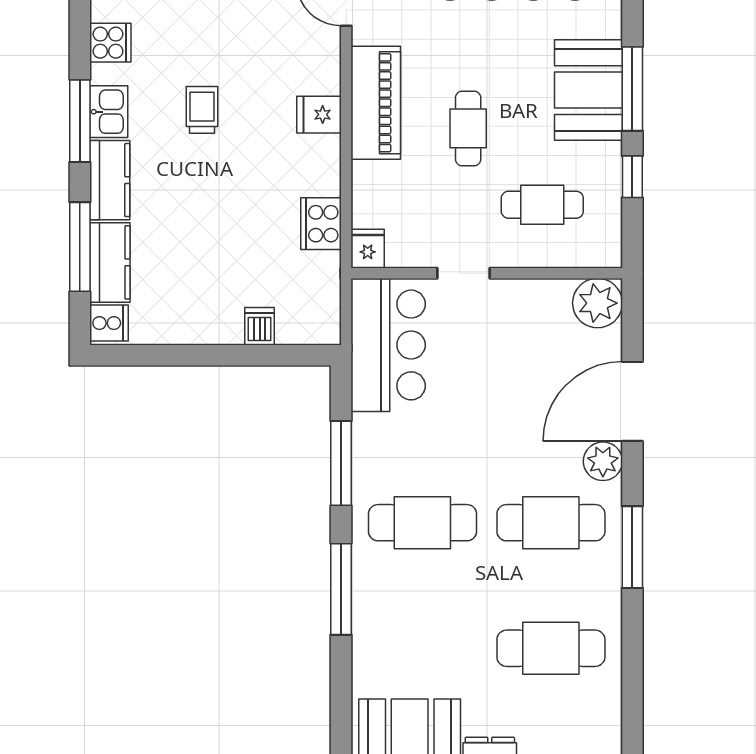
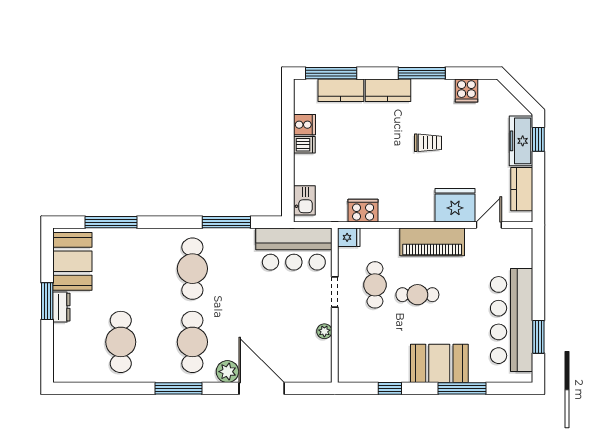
window: (632, 89) -> (462, 388), moved
kitchen sink: (109, 112) -> (304, 200), moved, turned -90
fridge: (319, 115) -> (455, 205), moved, width x1.88, depth x1.34
cafe table: (542, 205) -> (375, 285), moved
window: (80, 247) -> (331, 73), moved
plant: (598, 303) -> (324, 331), moved, width x0.53, depth x0.53
cooker: (109, 323) -> (305, 125), moved, turned -90
dishwasher: (260, 326) -> (304, 145), moved
window: (341, 589) -> (111, 222), moved

